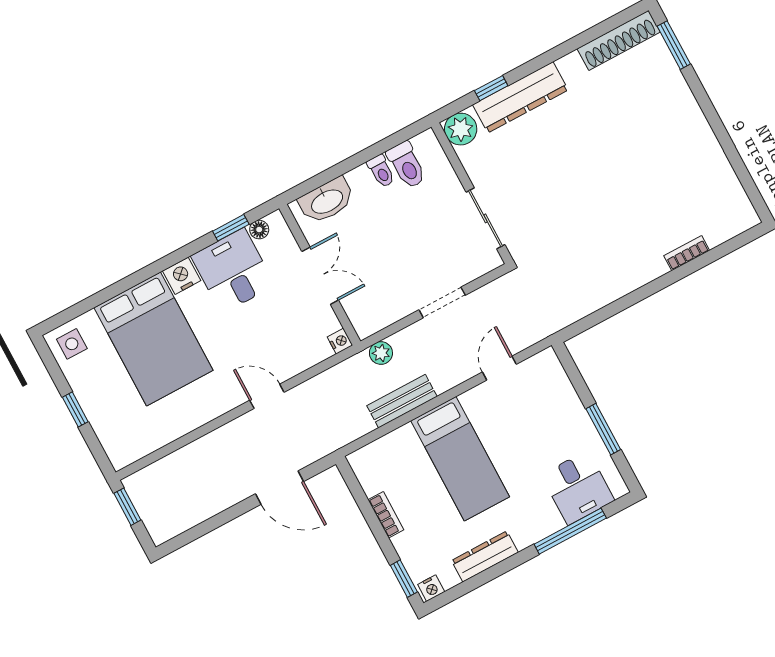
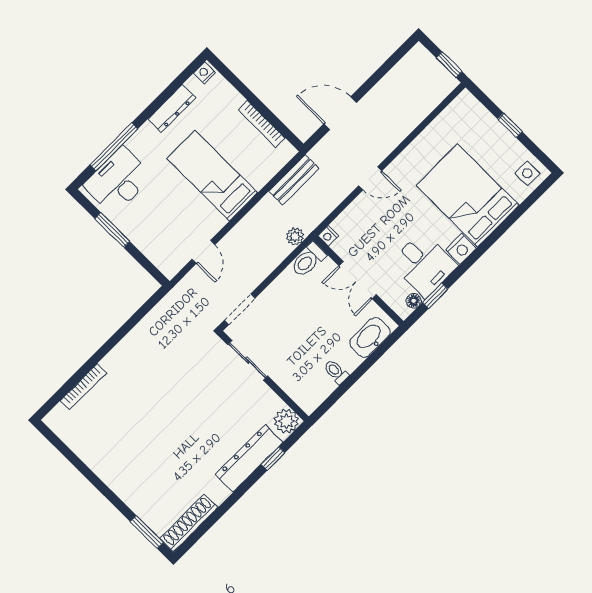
toilet: (407, 165) -> (308, 260), moved, turned -90
bookcase: (687, 253) -> (83, 387), width x1.56
doorway: (442, 302) -> (240, 309), moved
bench: (402, 401) -> (294, 180), moved
desk: (578, 488) -> (118, 181), width x1.37
bookcase: (386, 515) -> (262, 124), width x1.56
window: (404, 579) -> (227, 74), removed

